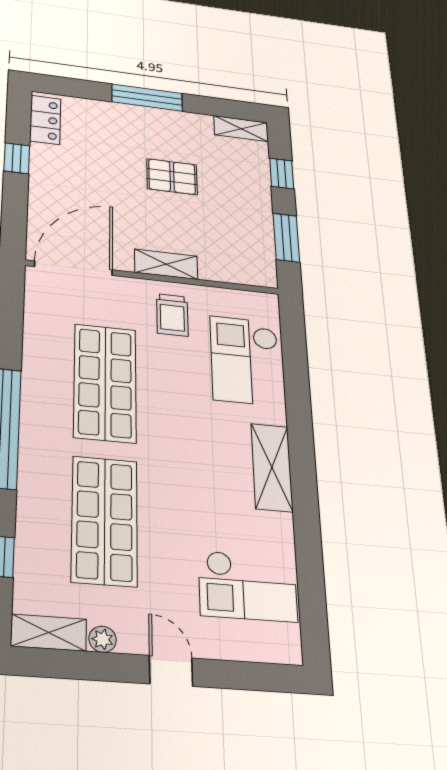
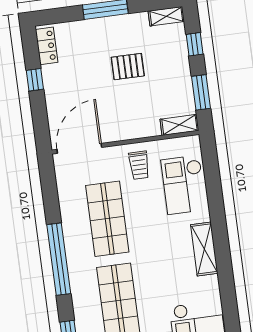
shelving: (166, 264) -> (179, 125), moved

